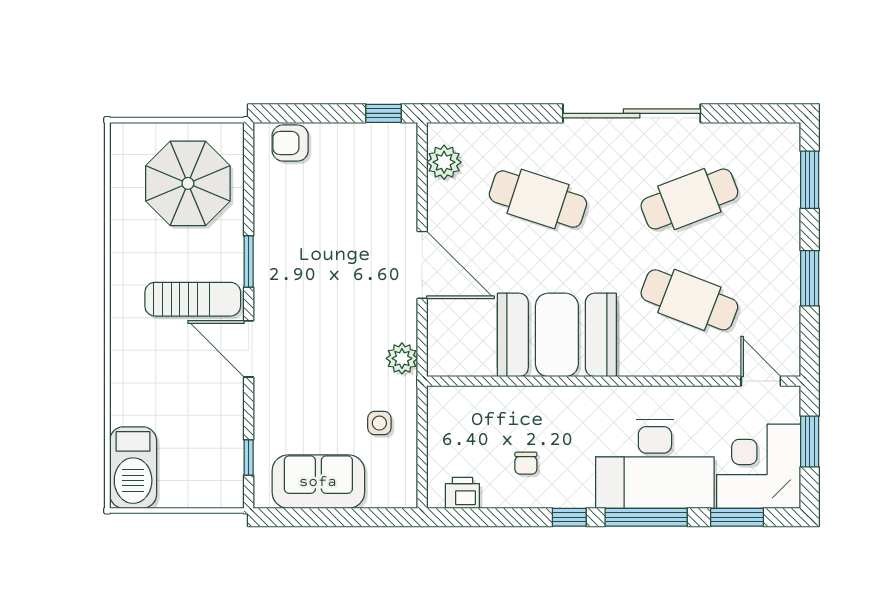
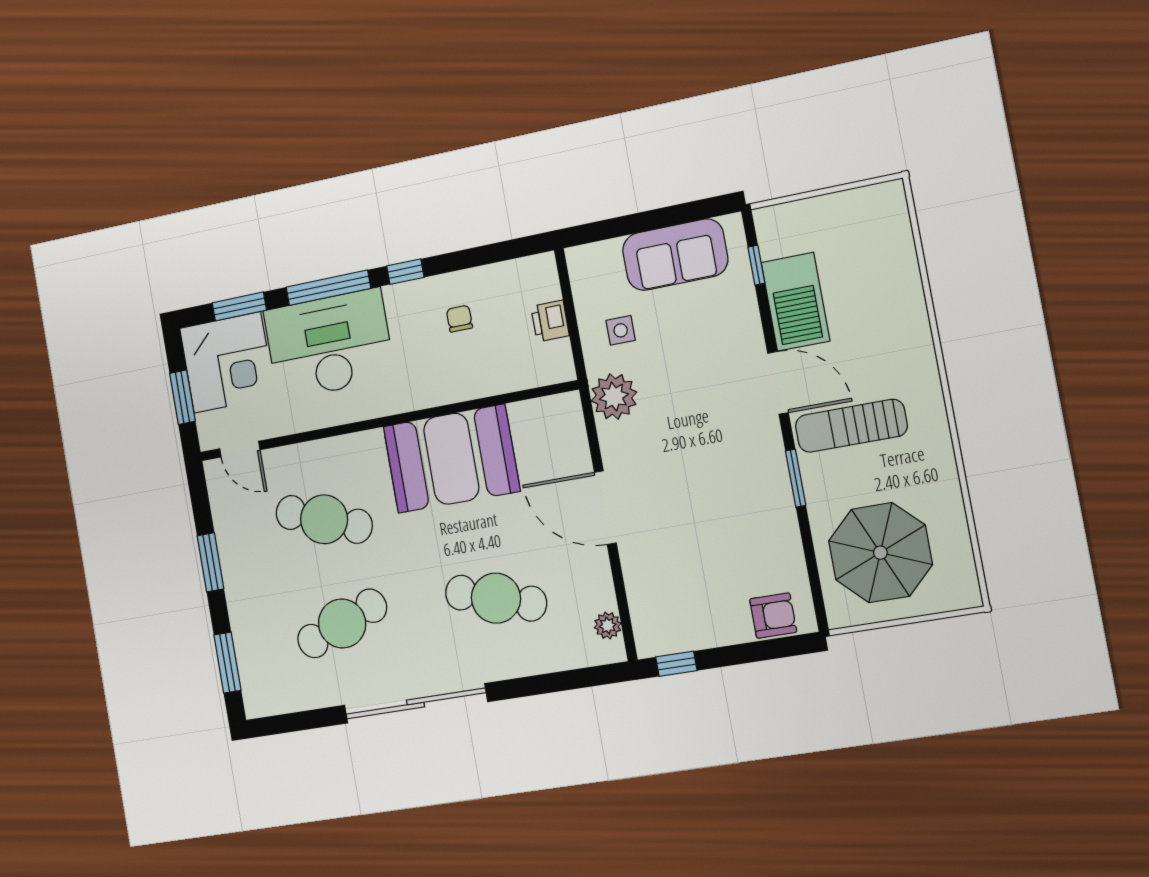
plant: (444, 162) -> (608, 626), width x0.73, depth x0.73
plant: (402, 358) -> (614, 397), width x1.36, depth x1.36
barbecue: (133, 468) -> (795, 302), moved, turned 180
printer: (462, 493) -> (550, 321), moved, turned 90

